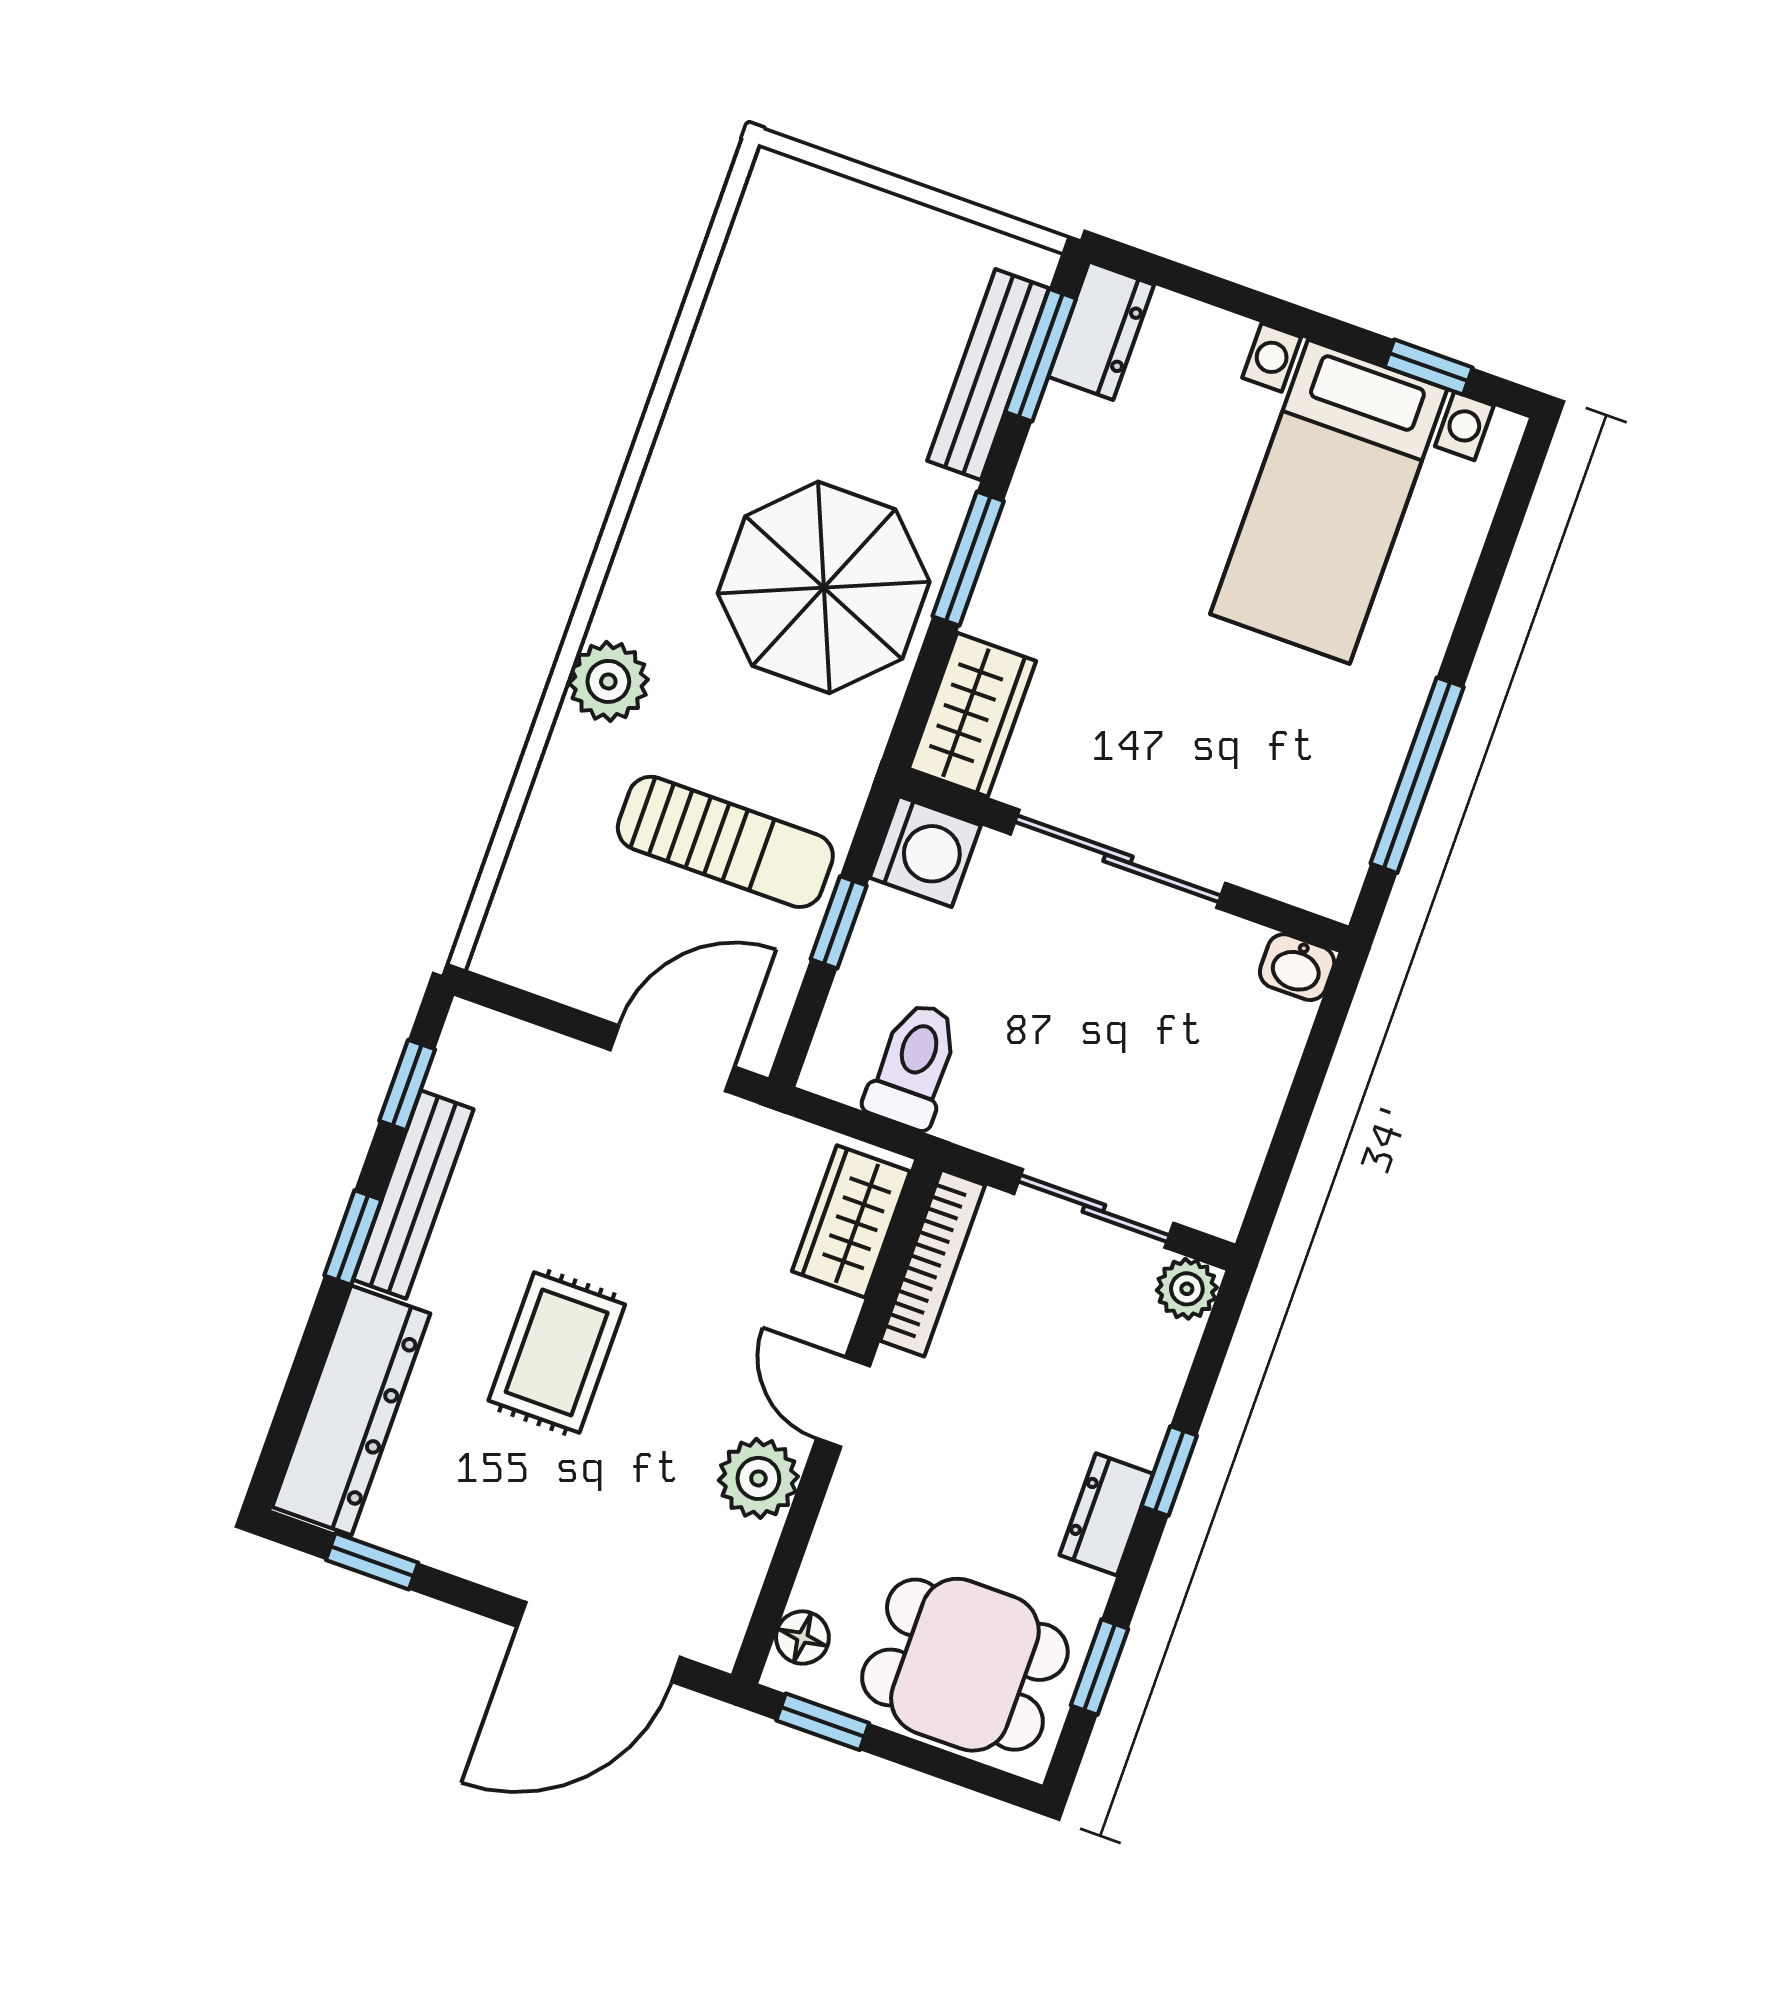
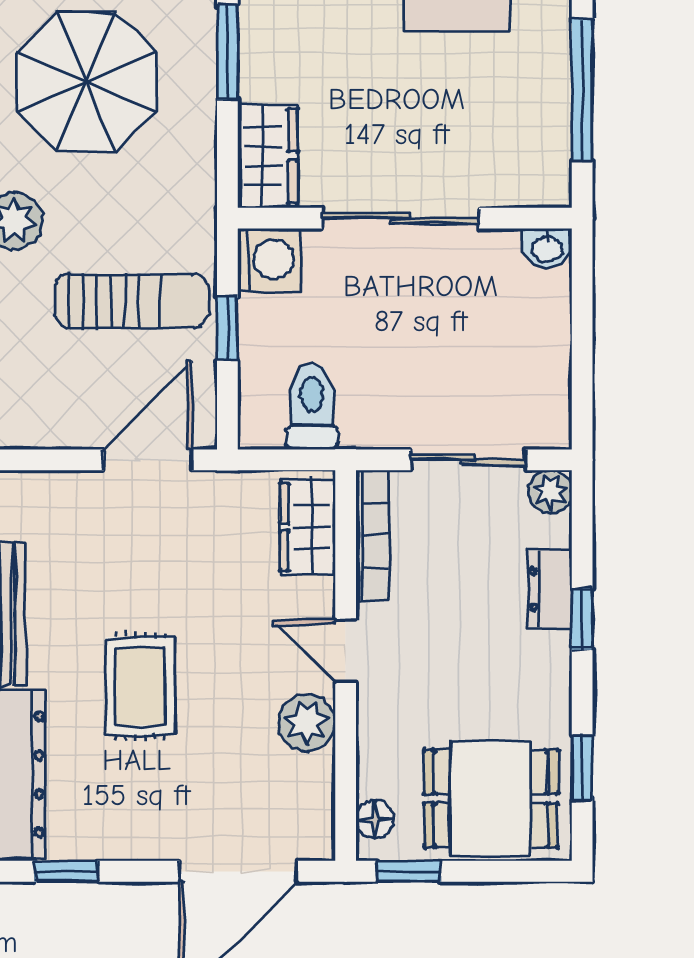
parasol: (824, 587) -> (86, 82), moved
dresser: (1106, 1514) -> (550, 589), moved

